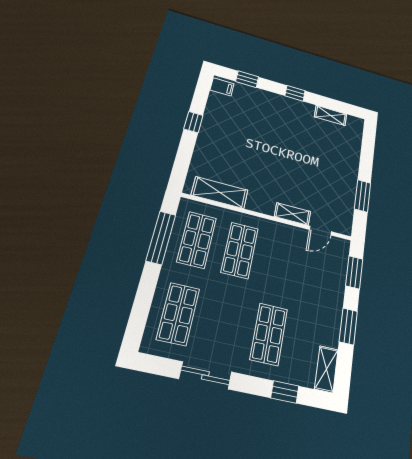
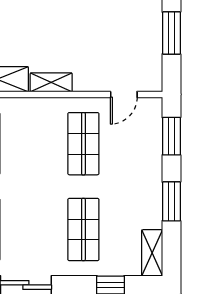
shelving: (293, 214) -> (51, 82), moved
shop shelf: (240, 250) -> (83, 144), moved

